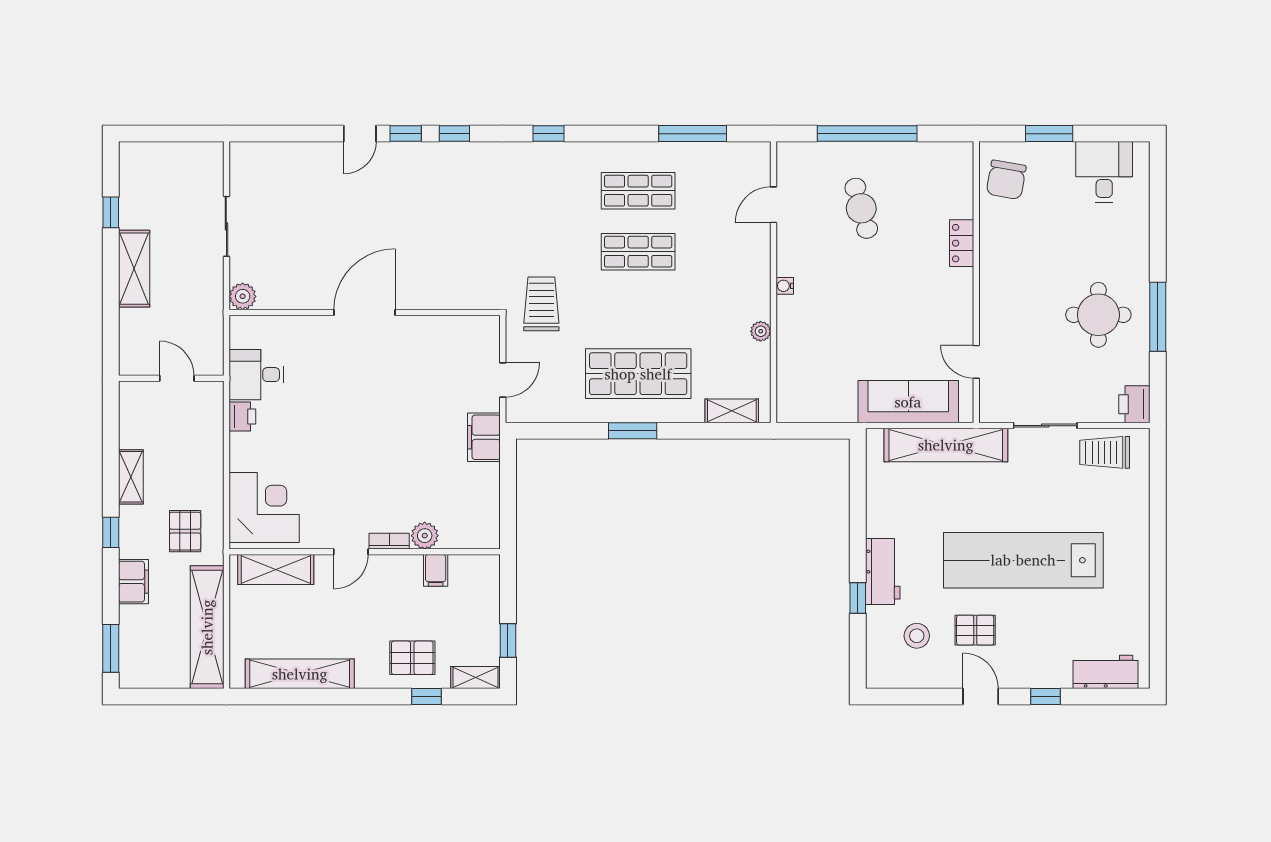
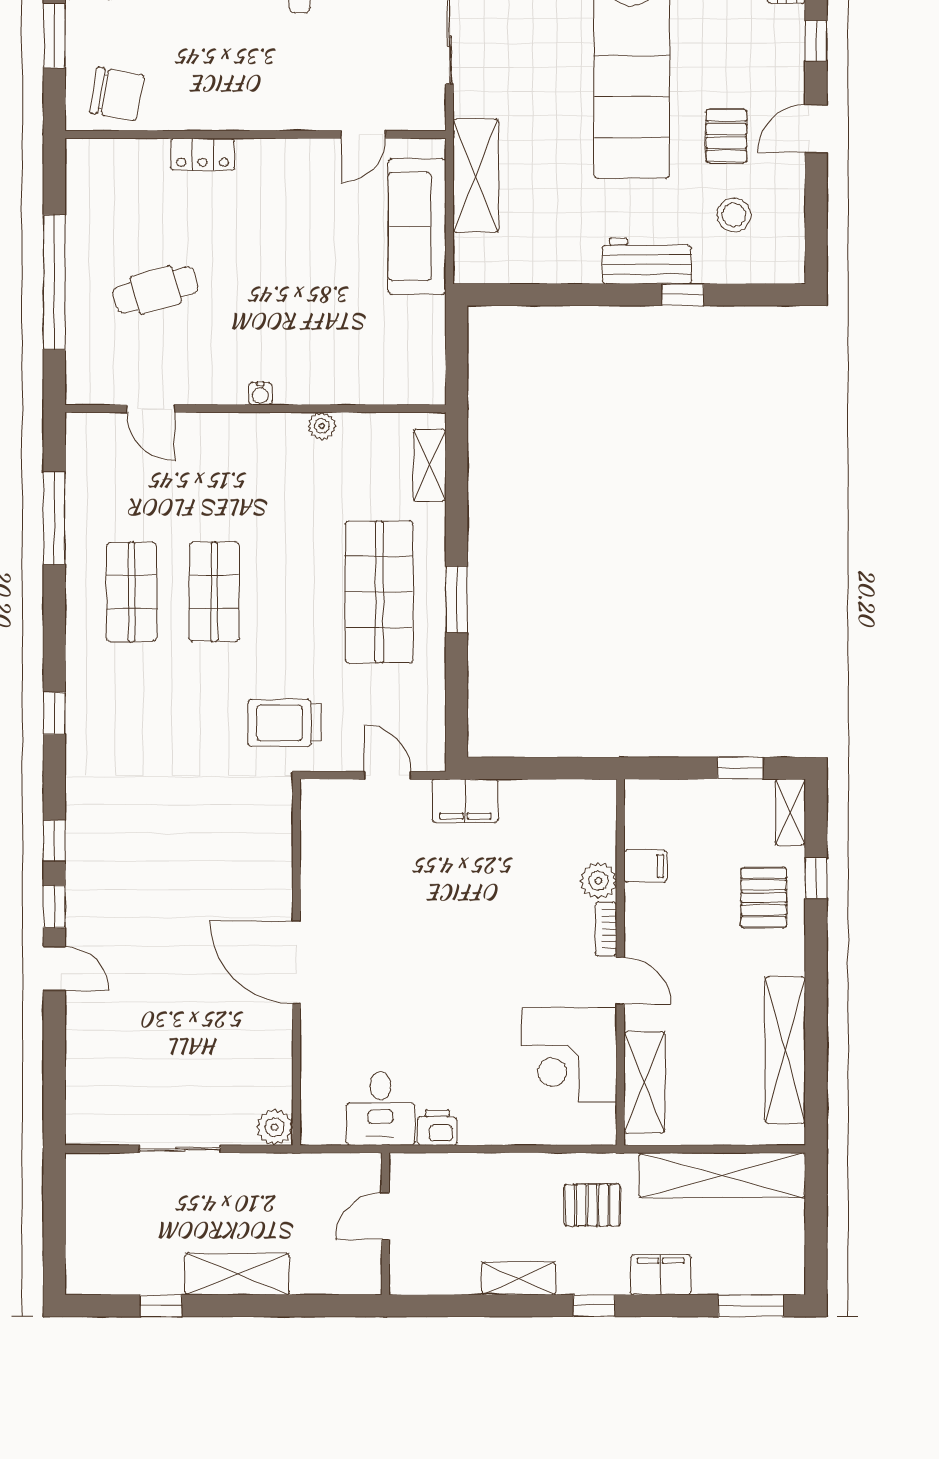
shelving: (946, 445) -> (476, 176), width x0.68
corner desk: (264, 507) -> (569, 1055), moved, turned -90

